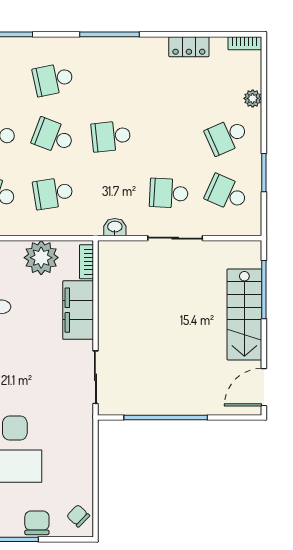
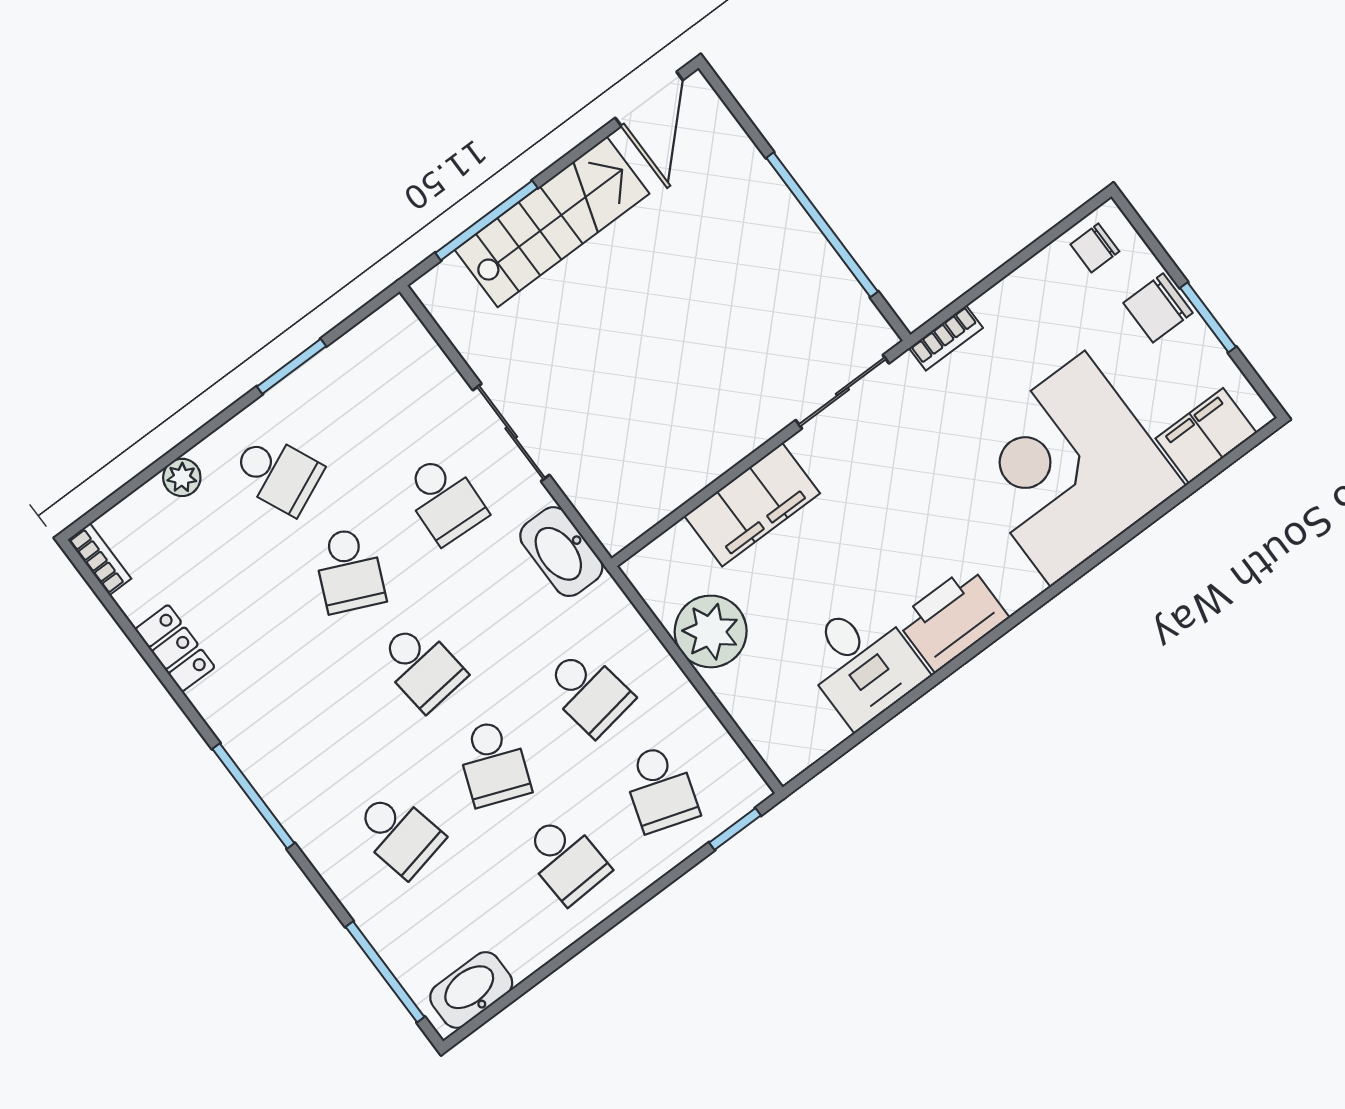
school desk: (227, 193) -> (349, 570), moved
washbasin: (115, 227) -> (561, 552), width x1.91, depth x1.45
bookcase: (86, 262) -> (946, 338), moved
door: (264, 387) -> (649, 99), hinge flipped
chair: (78, 516) -> (1095, 248), turned 46

